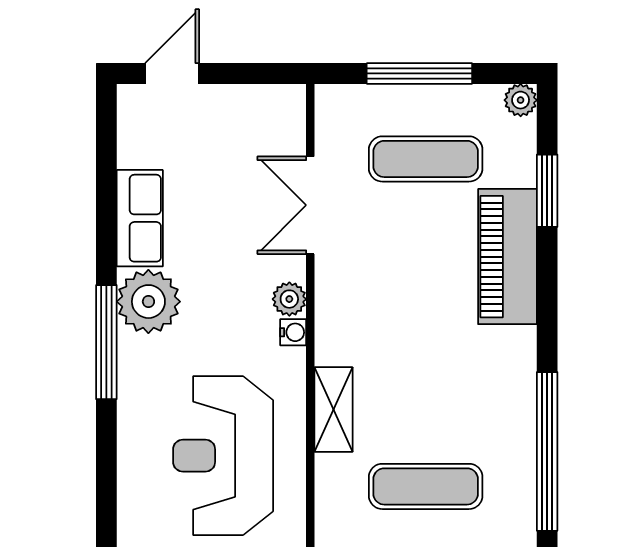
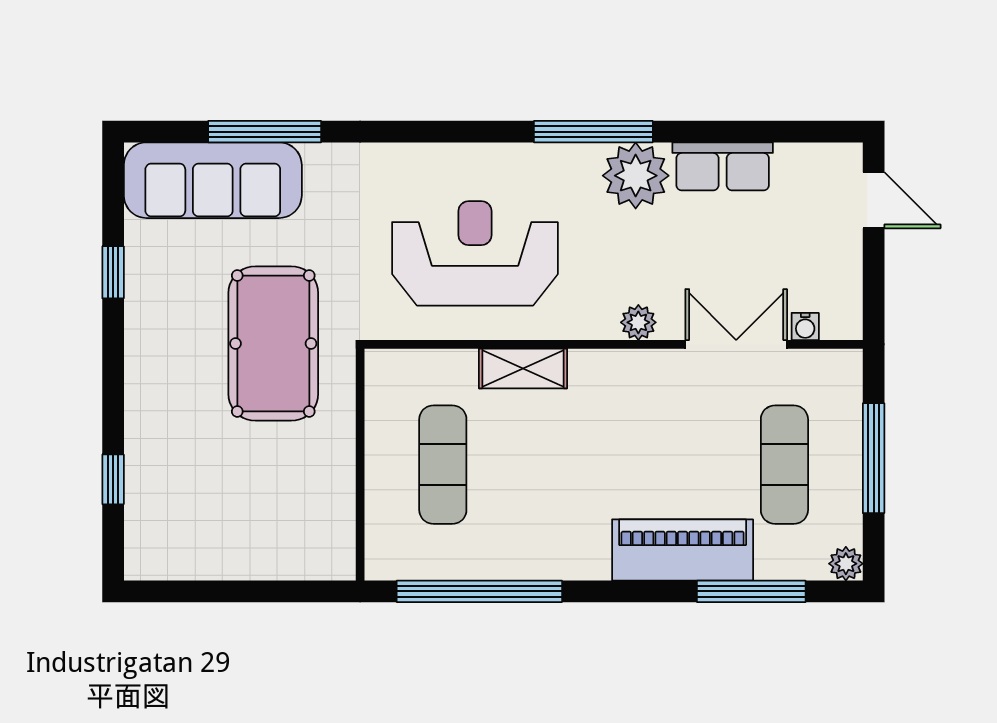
window: (547, 191) -> (751, 591), width x1.44
water cooler: (293, 332) -> (805, 326), moved

